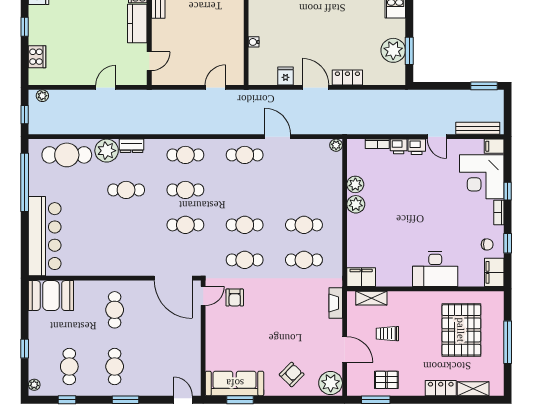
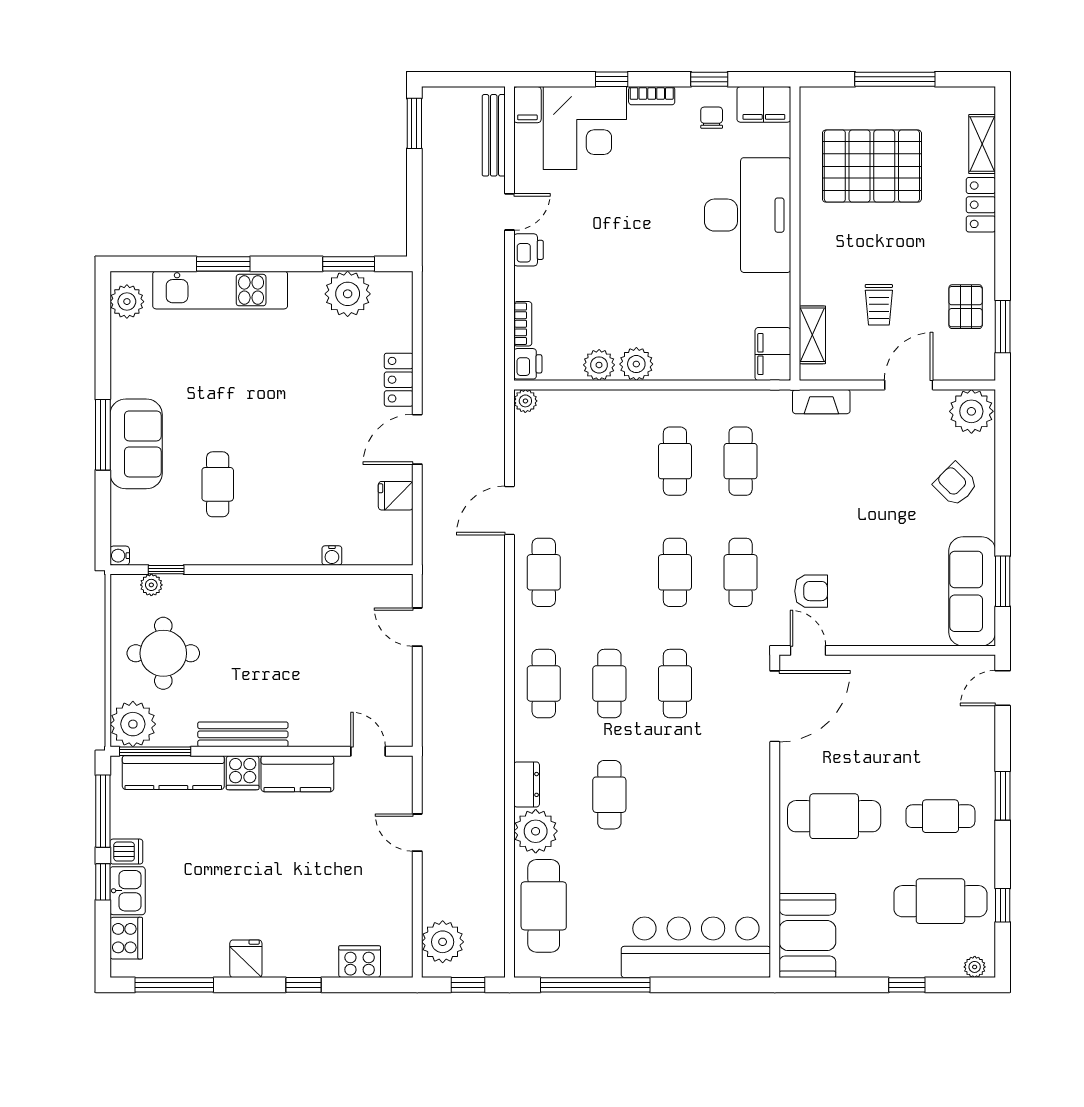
plant: (42, 96) -> (443, 942), width x1.87, depth x1.87
printer: (399, 146) -> (528, 364), moved
desk: (435, 269) -> (748, 215), width x1.36, depth x1.30
cafe table: (115, 310) -> (834, 816), width x1.37, depth x1.35
cafe table: (69, 367) -> (940, 901), width x1.37, depth x1.35

